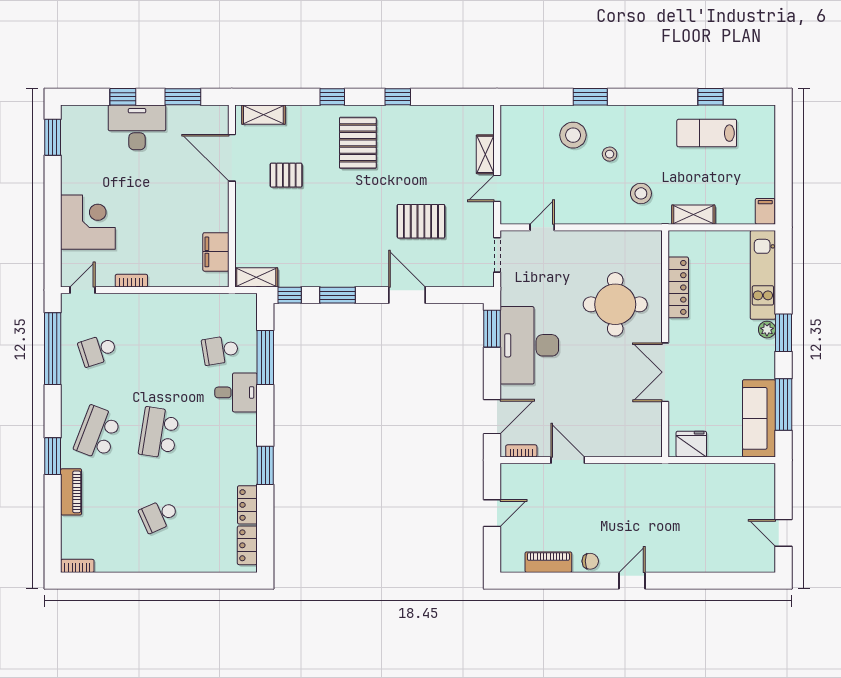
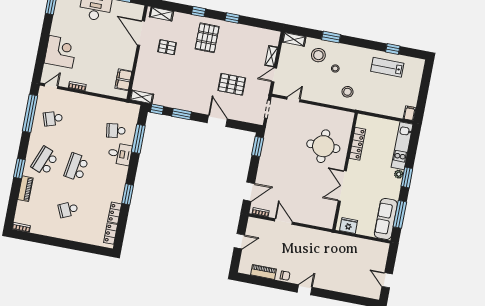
shelving: (693, 215) -> (294, 39), moved
desk: (529, 345) -> (275, 159), removed

